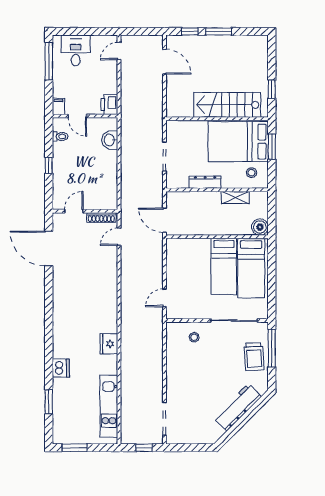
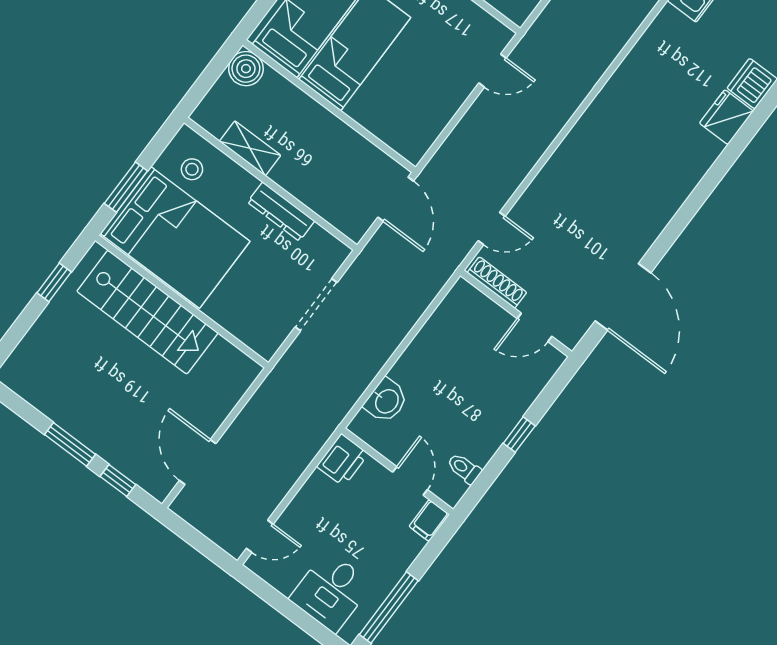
fridge: (109, 344) -> (726, 117), moved, turned 180

